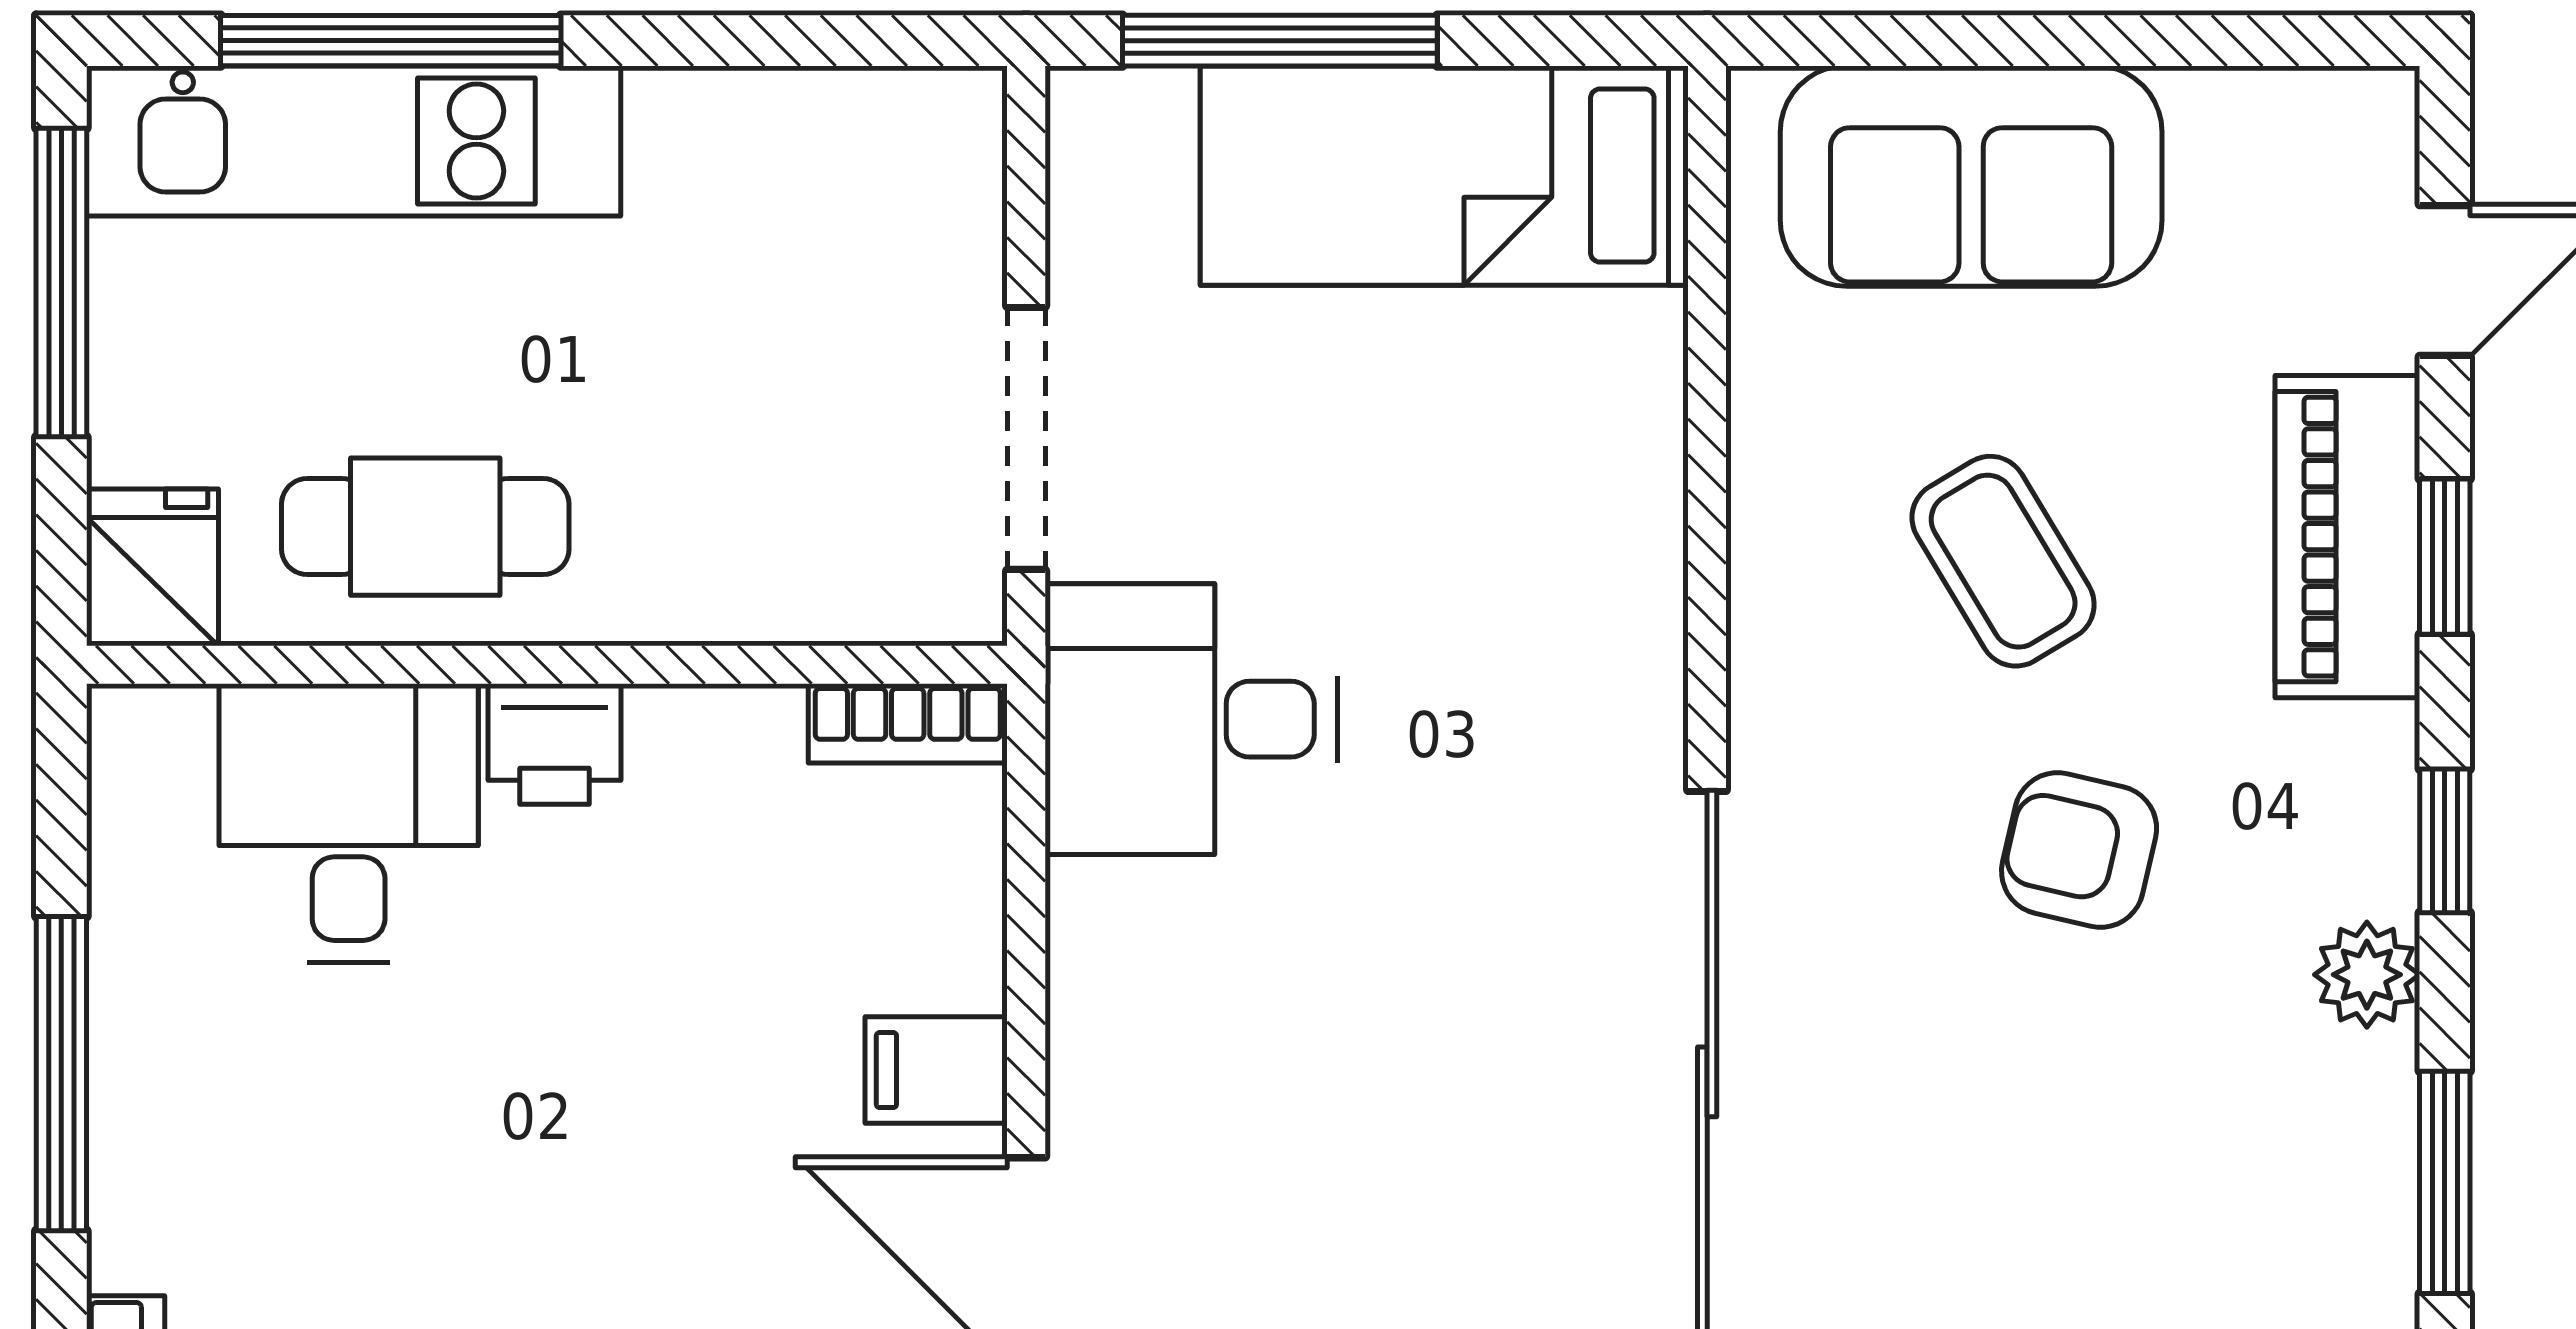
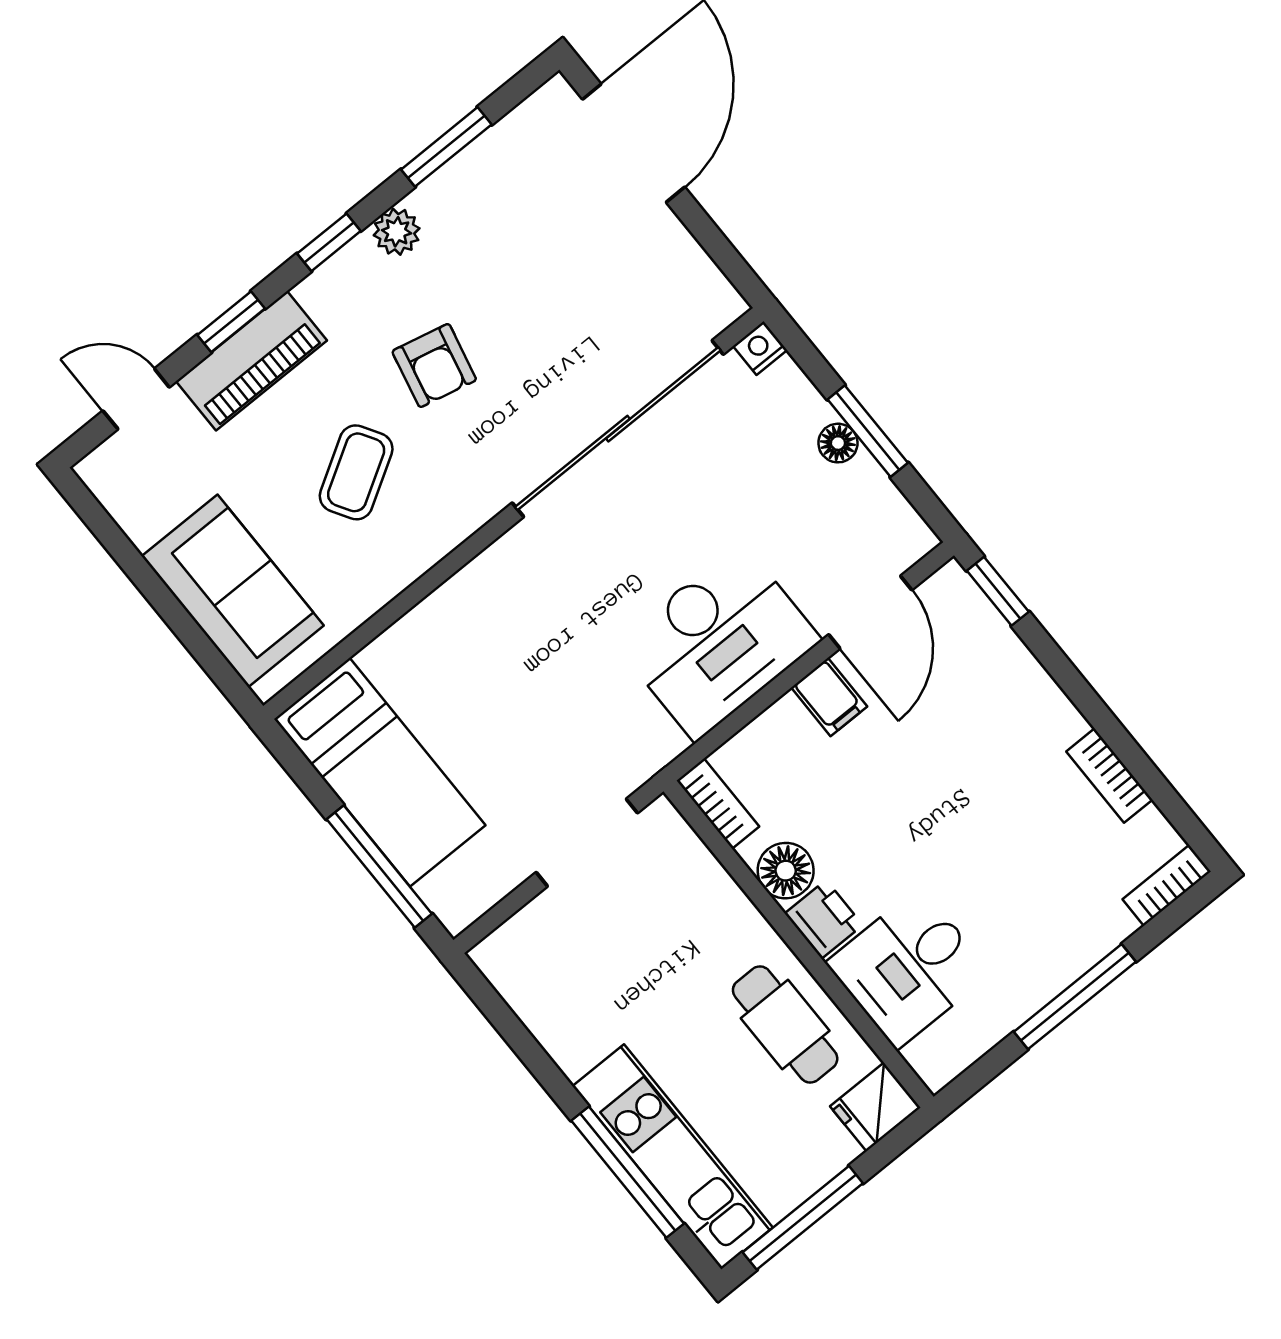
desk: (1191, 719) -> (718, 642), moved, width x1.37
floor lamp: (694, 747) -> (786, 871), added

